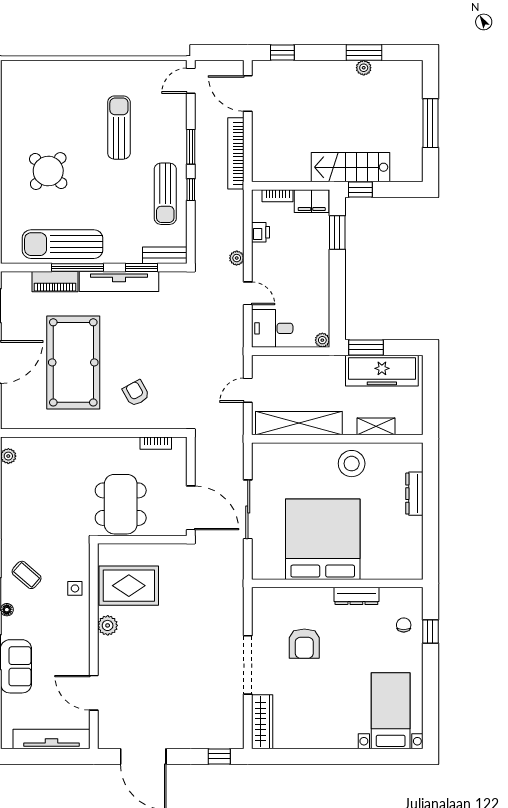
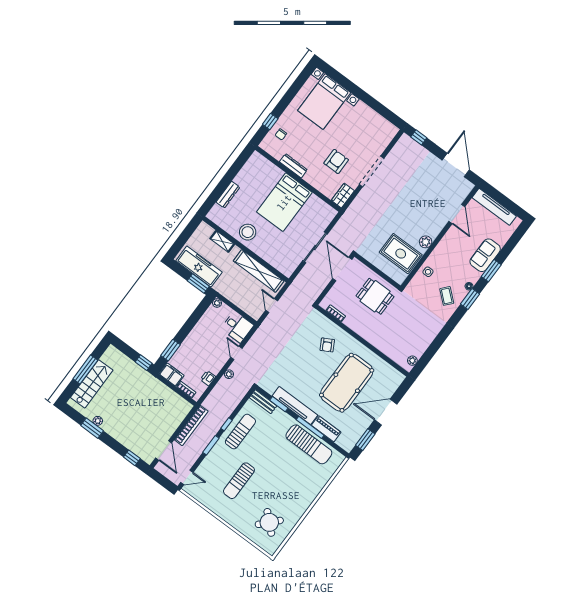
stairs: (351, 167) -> (92, 384), moved, turned -90
round table: (48, 171) -> (269, 522), moved
door: (248, 390) -> (272, 306), swing flipped
dining table: (121, 504) -> (375, 296), width x0.73
bed: (323, 539) -> (284, 202), width x0.73
bed with nightstands: (391, 711) -> (324, 102), width x1.36
wardrobe: (262, 722) -> (343, 196), moved, width x0.67

